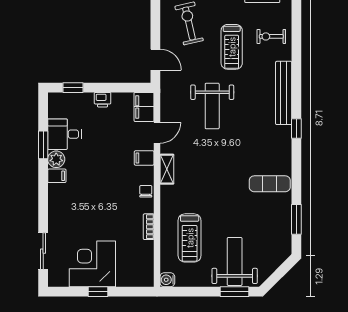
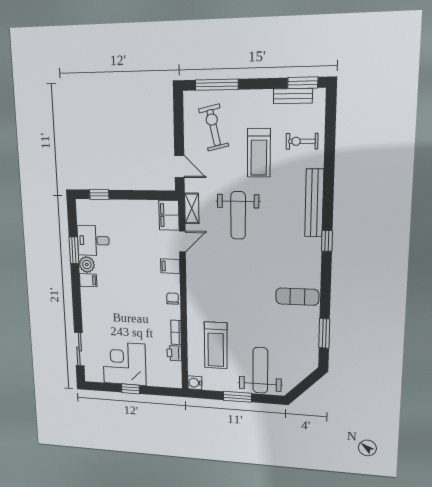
printer: (103, 100) -> (174, 353), moved, turned 90
shelving: (167, 169) -> (192, 208), moved
window: (235, 292) -> (237, 397), moved

